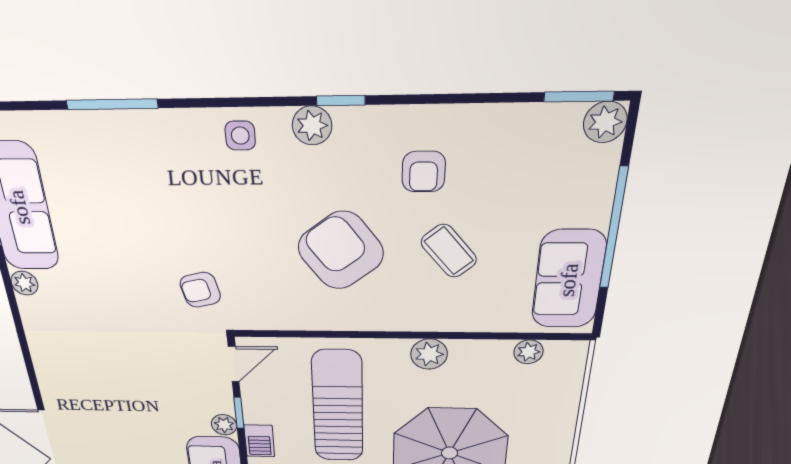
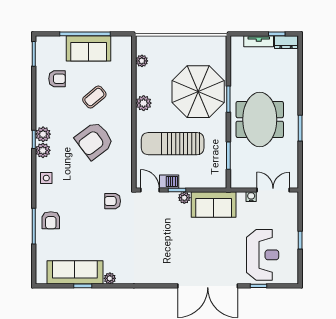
plant: (605, 122) -> (43, 134), moved
armchair: (134, 148) -> (51, 220), added
armchair: (424, 172) -> (57, 79), moved
sofa: (568, 280) -> (89, 48), moved
armchair: (200, 290) -> (113, 201), turned 103
barbecue: (259, 441) -> (169, 182), moved

